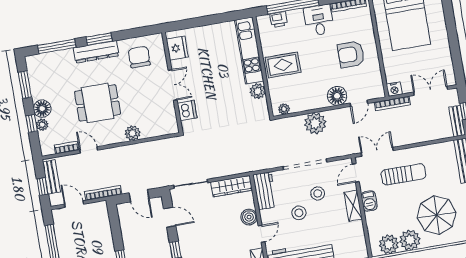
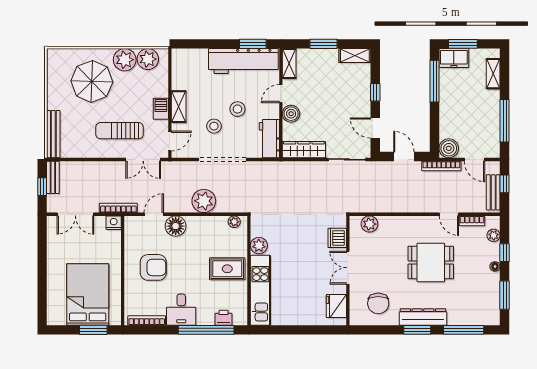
floor lamp: (42, 109) -> (495, 267), width x0.53, depth x0.53
plant: (42, 125) -> (494, 235), moved
plant: (132, 133) -> (369, 224), moved
boiler: (99, 210) -> (449, 148), added

